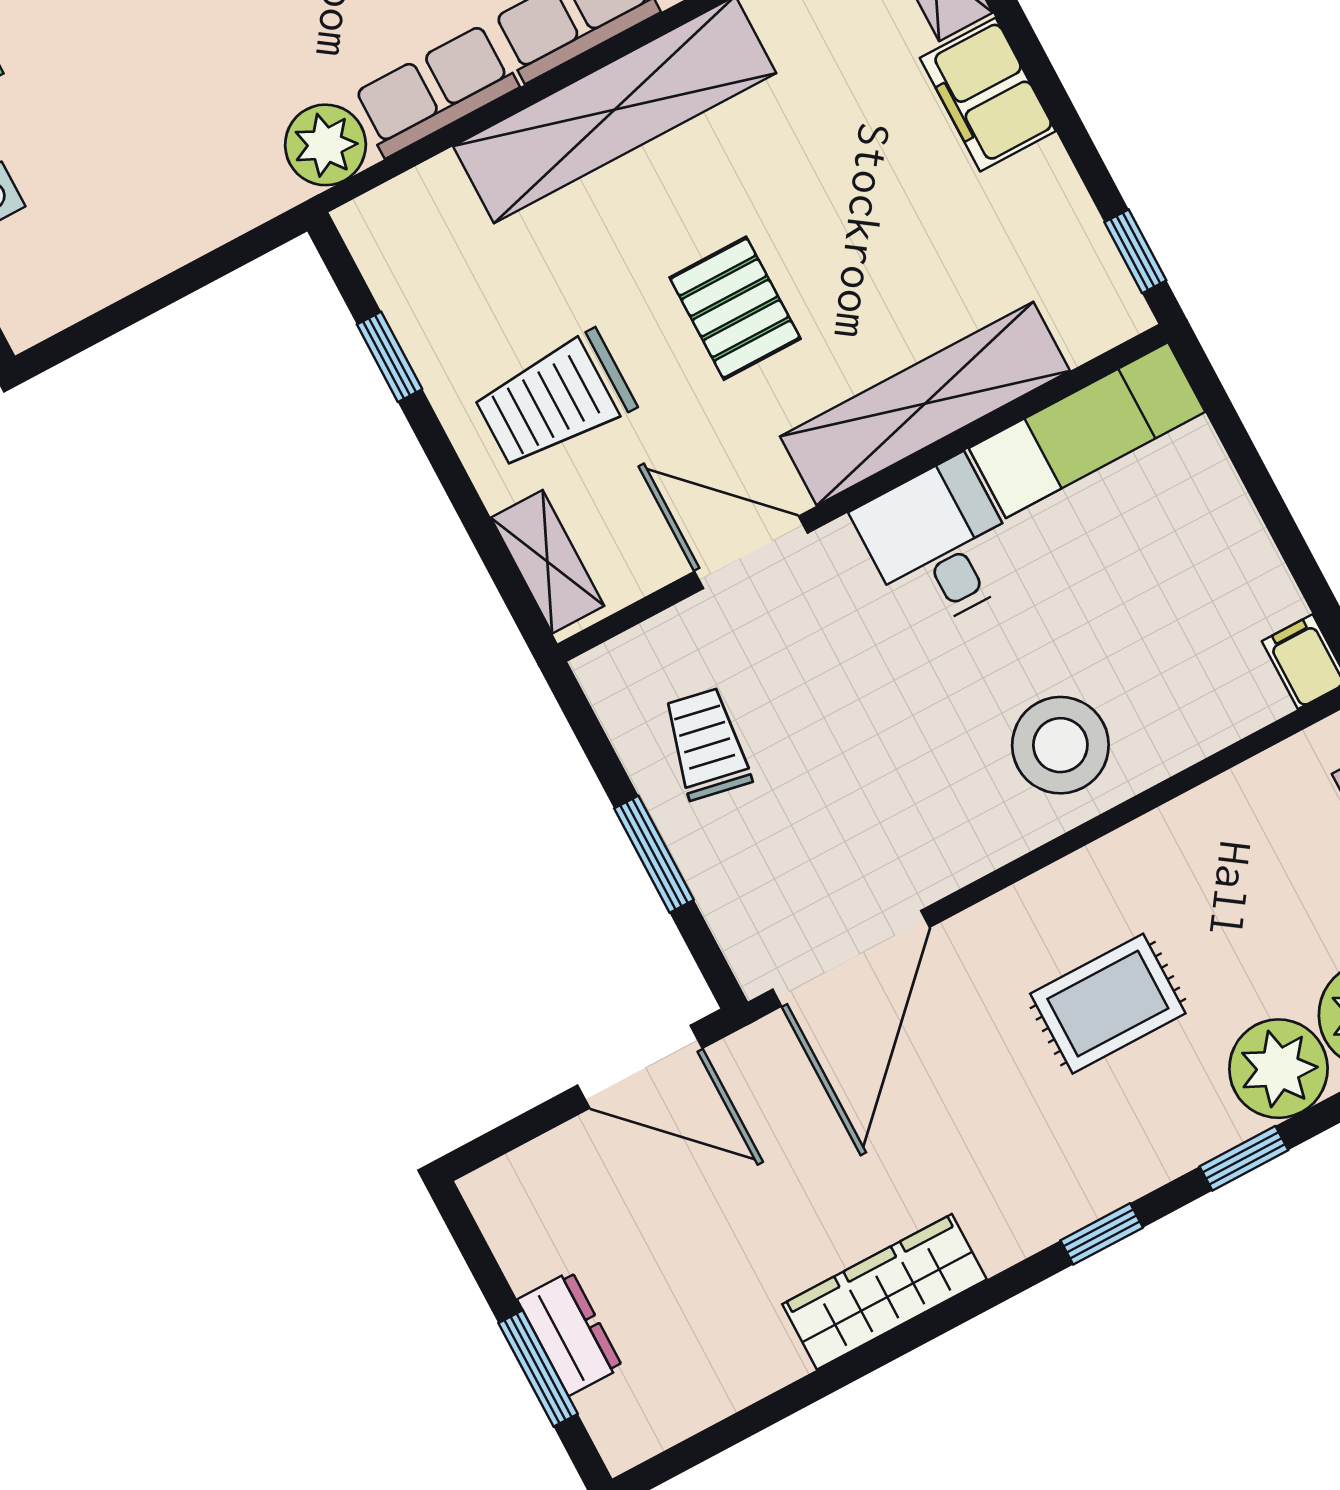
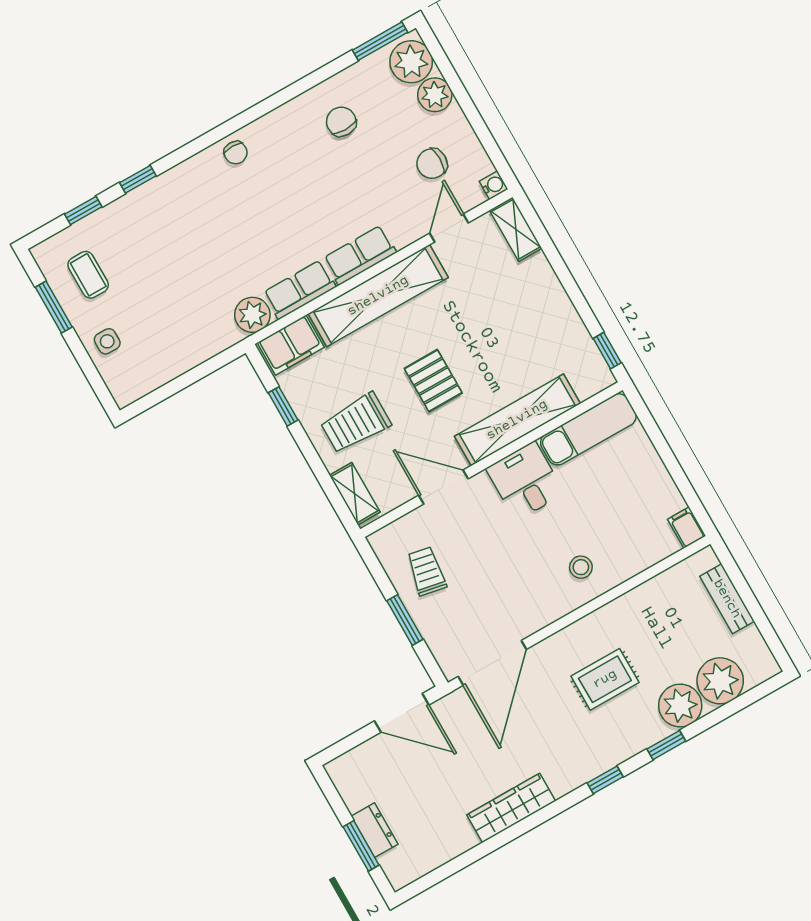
filing cabinet: (988, 95) -> (291, 345), moved, turned -90
stool: (1060, 745) -> (581, 567), width x0.53, depth x0.53

